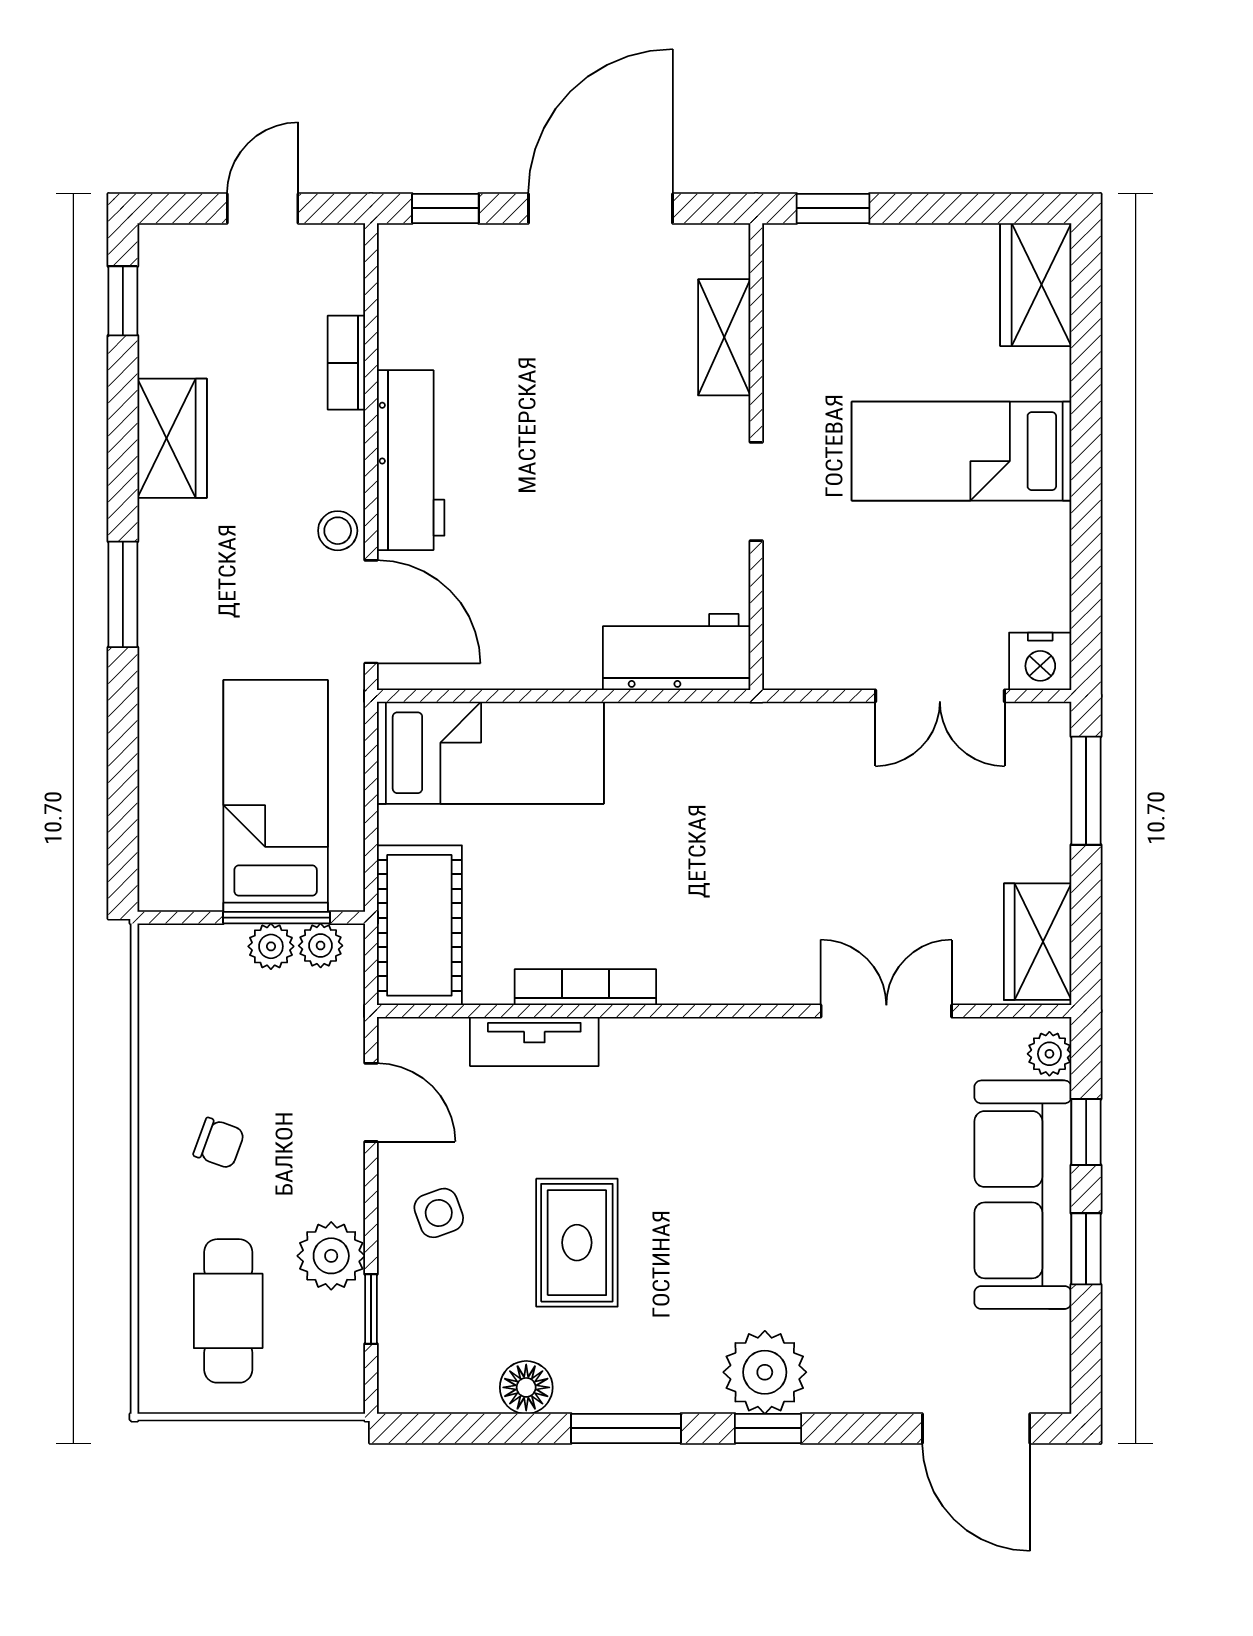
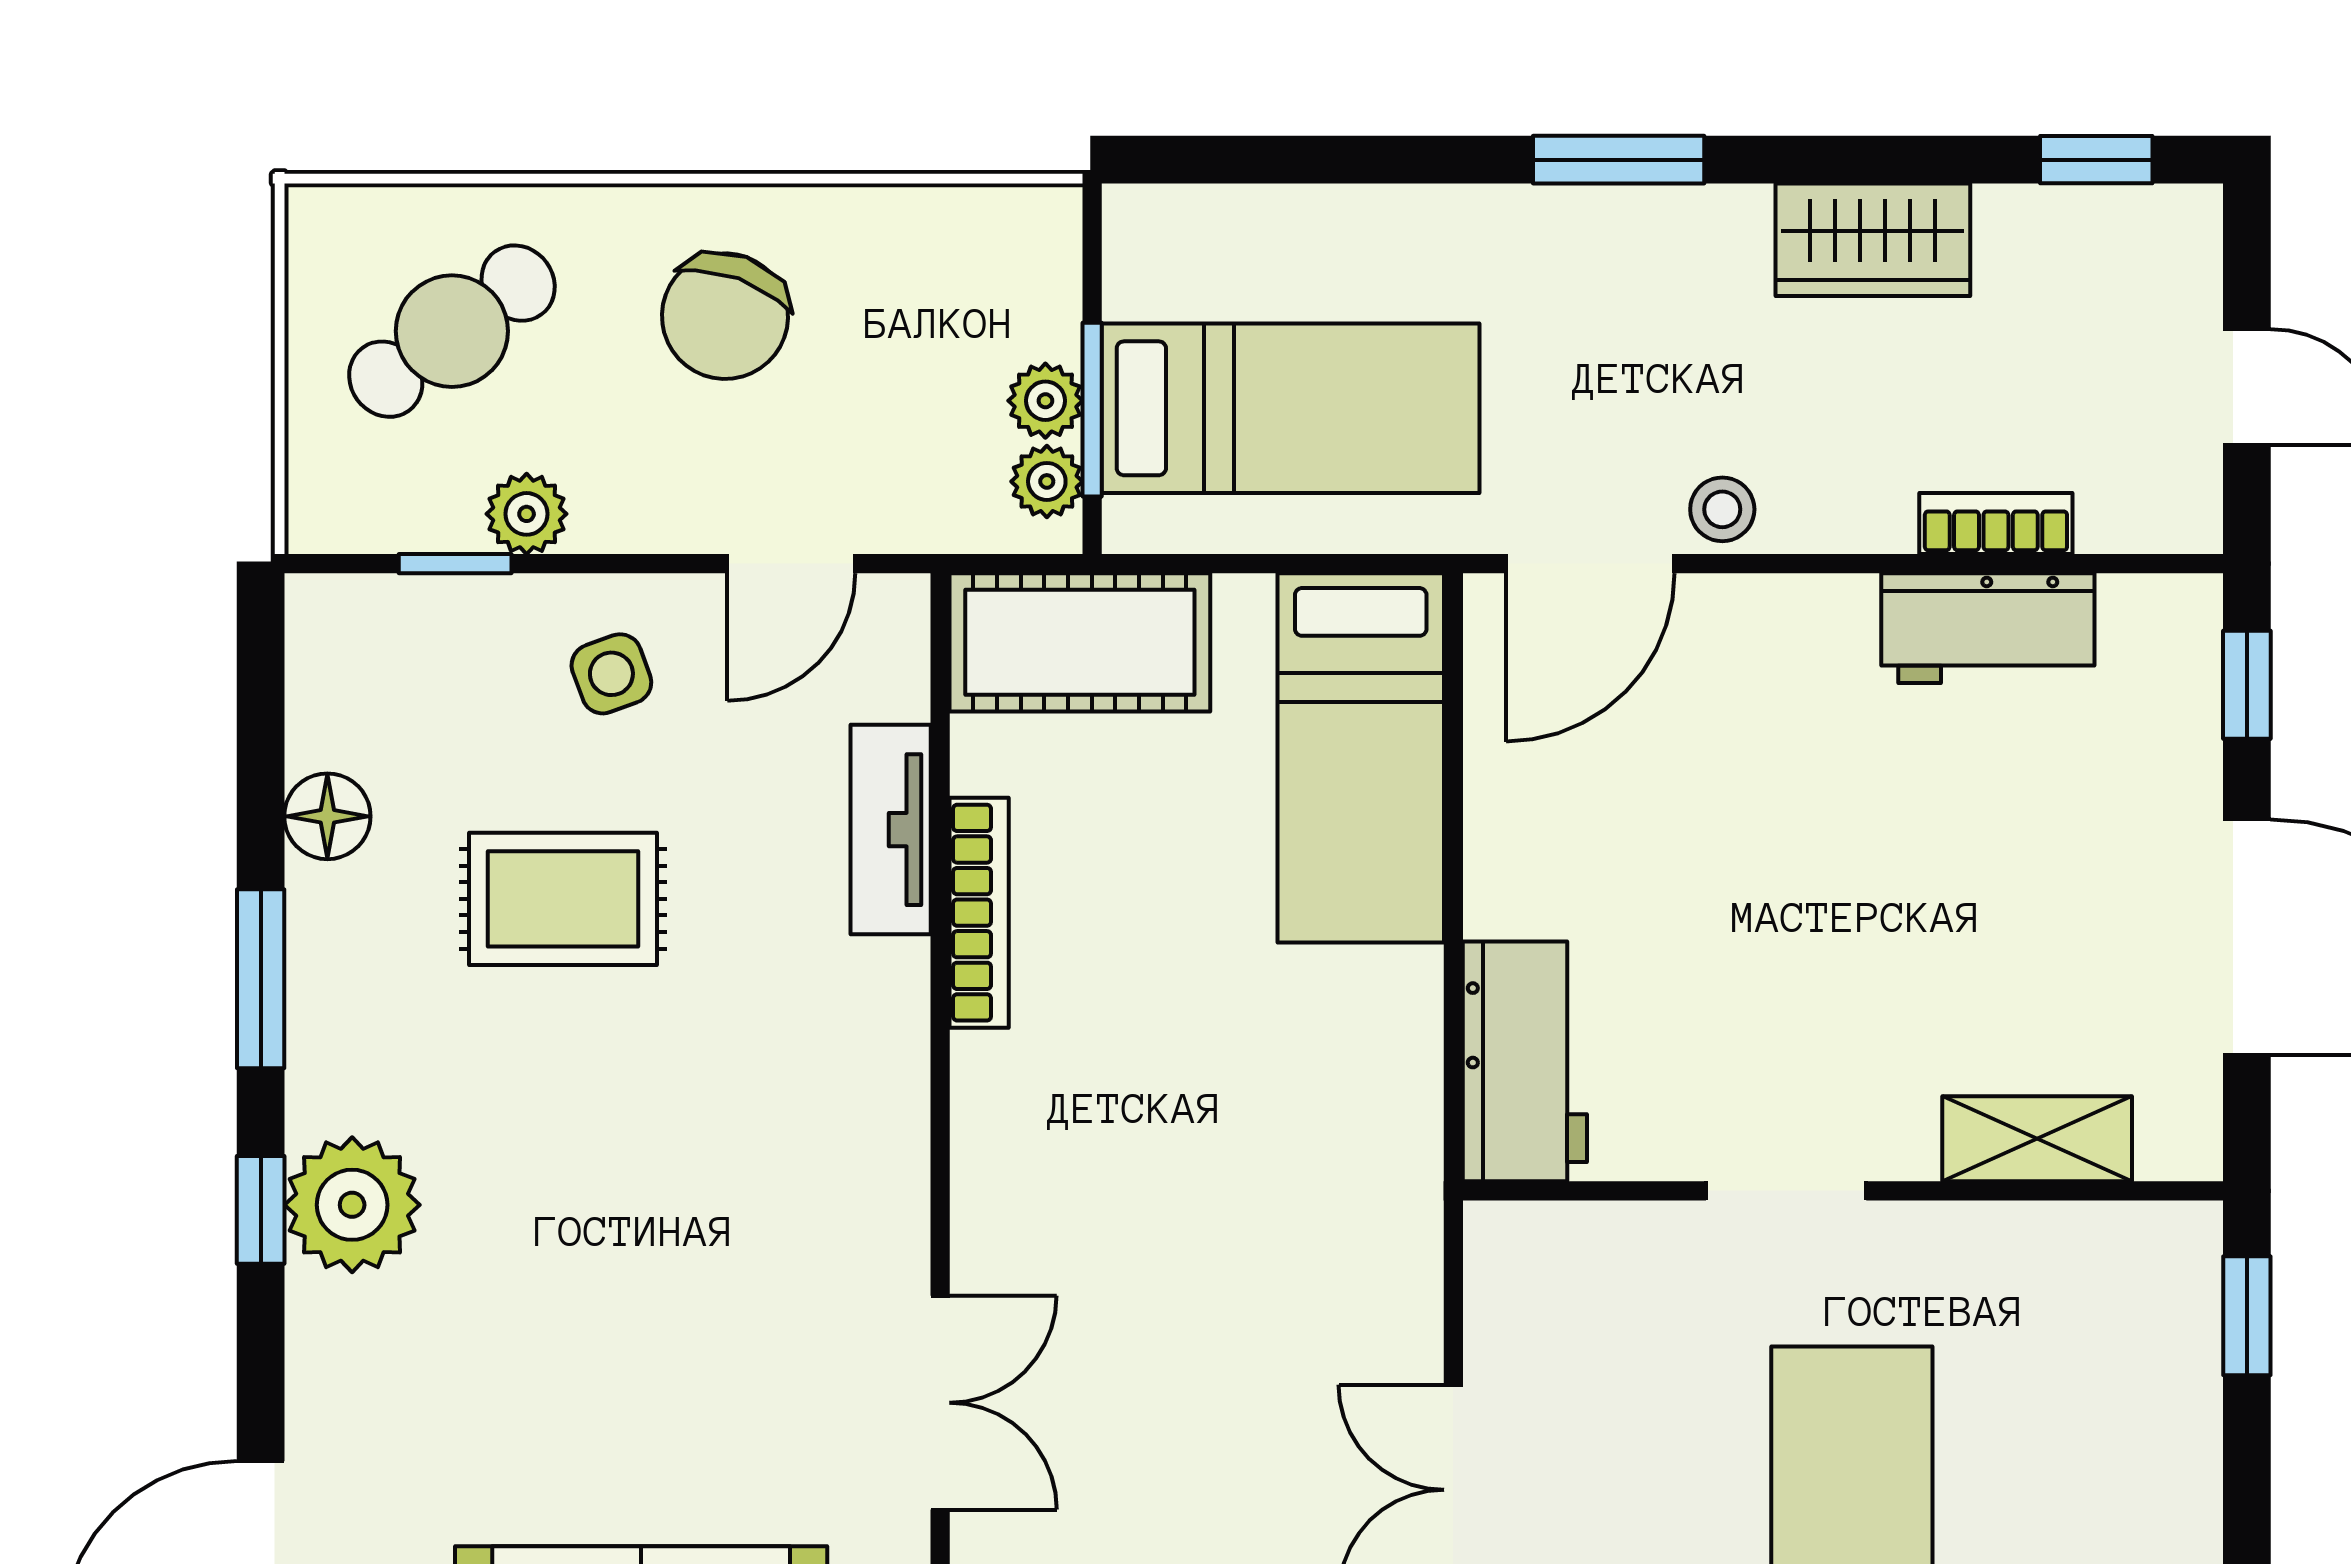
workbench: (411, 460) -> (1988, 628), moved, width x0.73
chair: (219, 1143) -> (725, 316), width x1.87, depth x1.87
plant: (331, 1256) -> (527, 514), width x0.73, depth x0.73
cafe table: (228, 1311) -> (452, 331), turned -36

